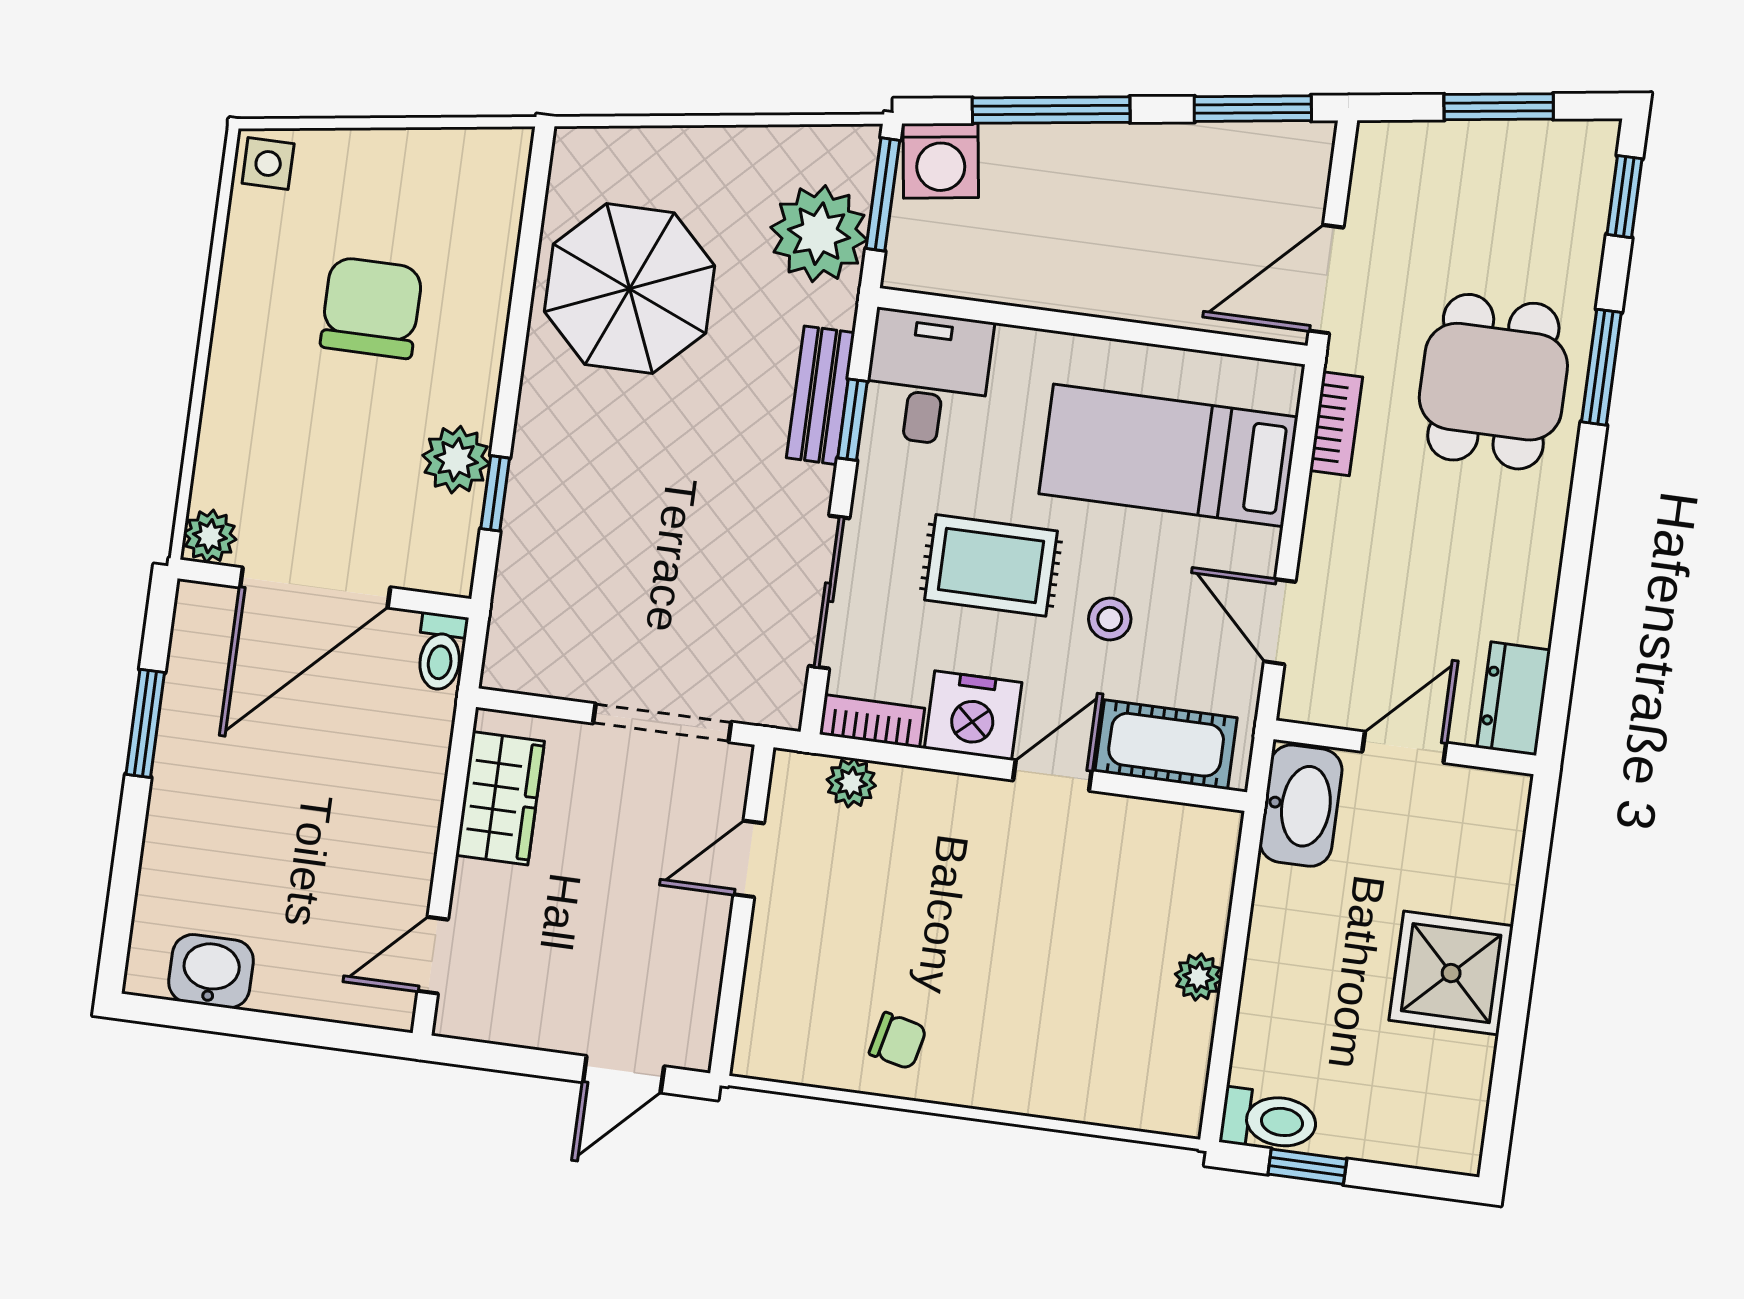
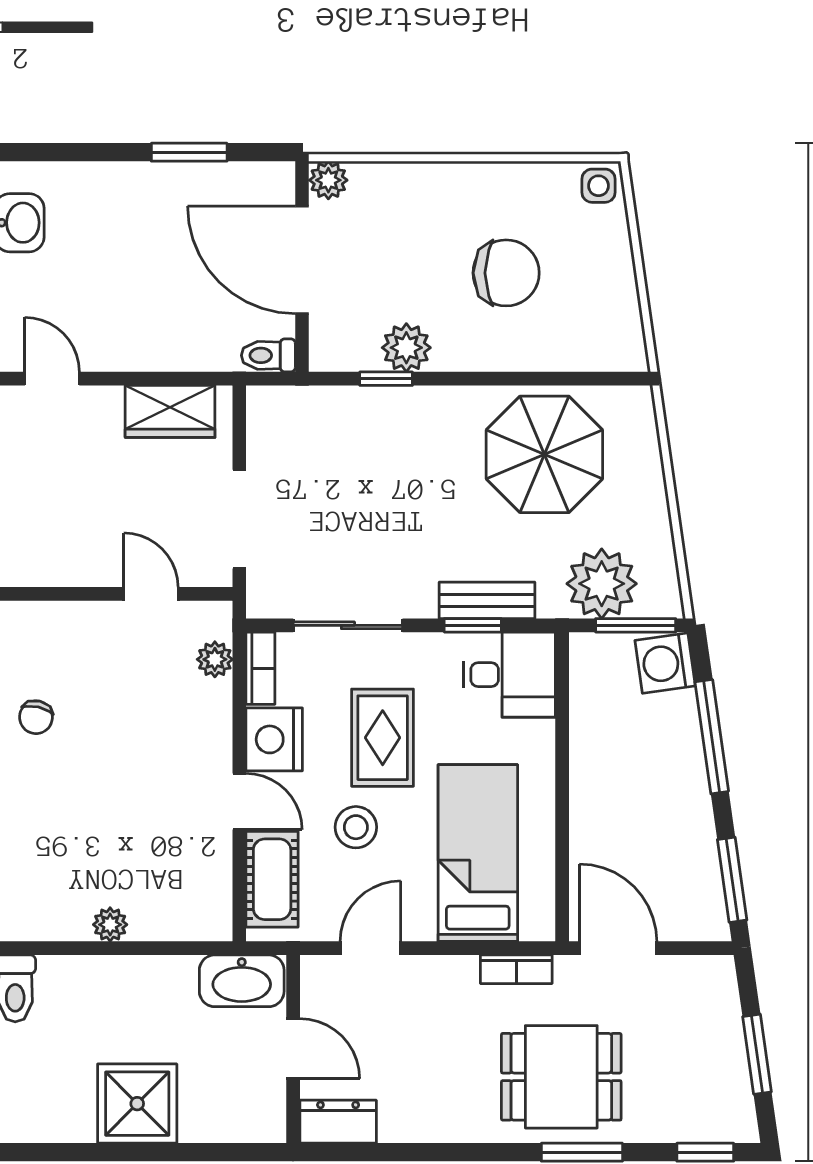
stool: (1110, 619) -> (356, 827), width x1.37, depth x1.37

